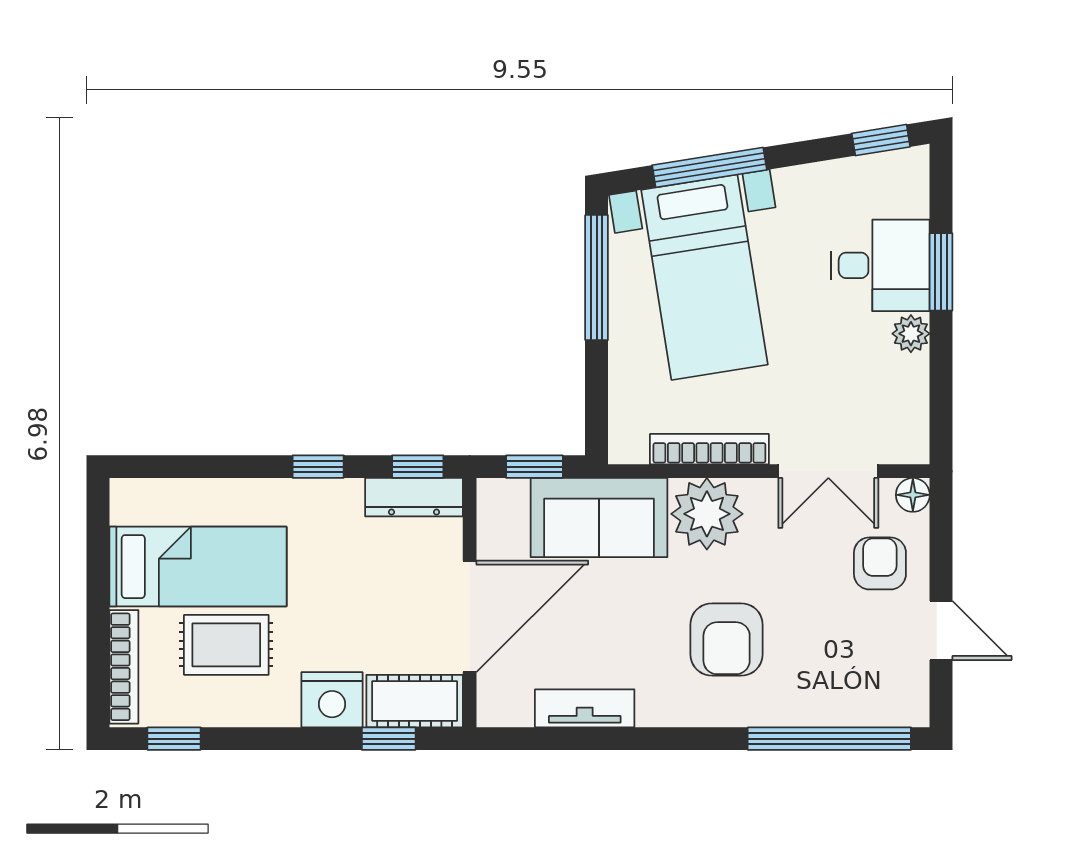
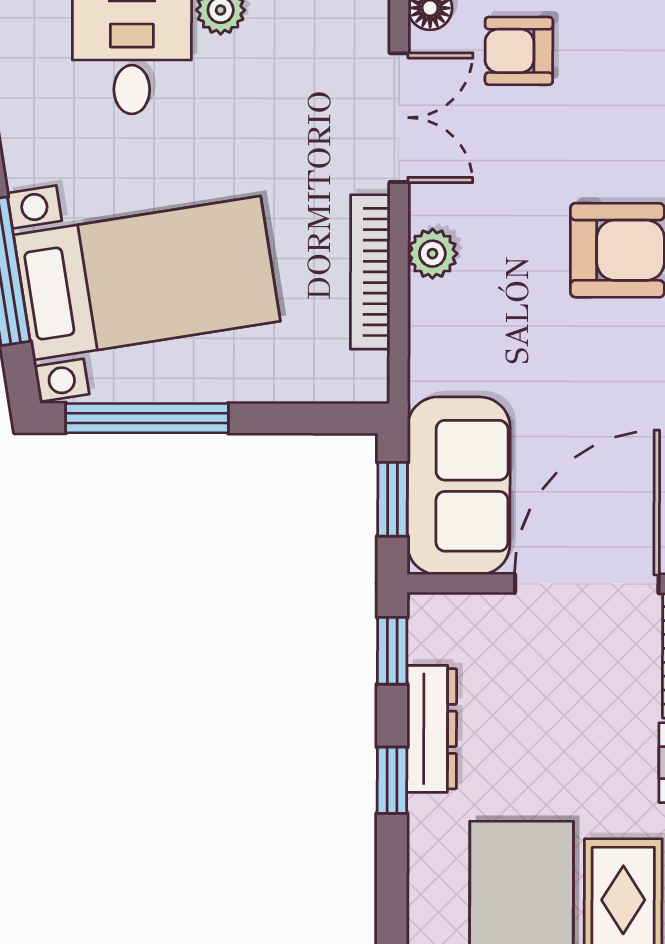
dresser: (414, 497) -> (432, 729), moved
plant: (707, 514) -> (432, 254), width x0.53, depth x0.53
sofa: (599, 518) -> (459, 486), moved
door: (470, 616) -> (587, 584), hinge flipped

